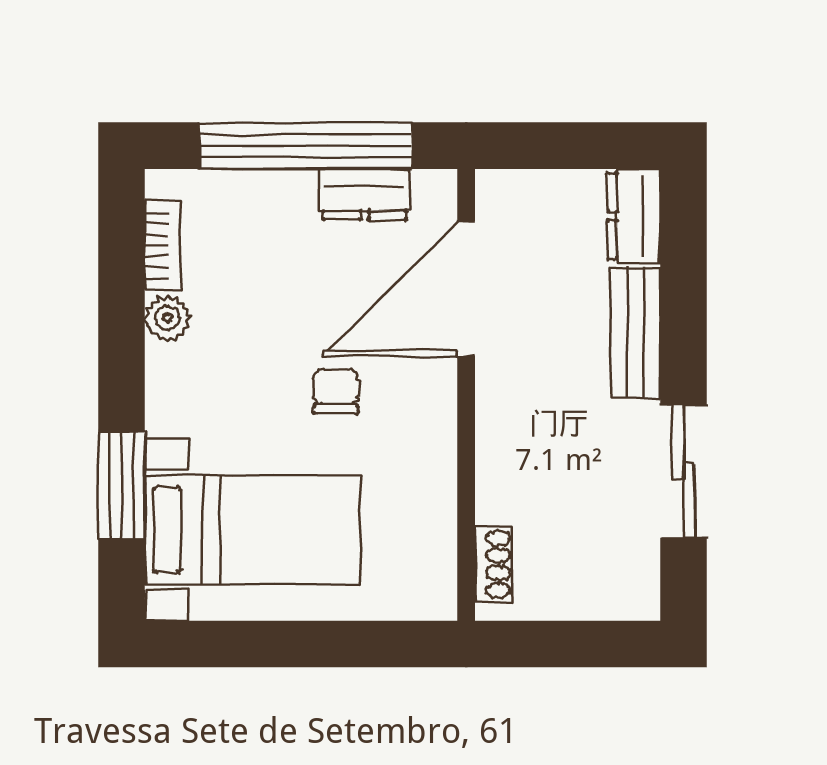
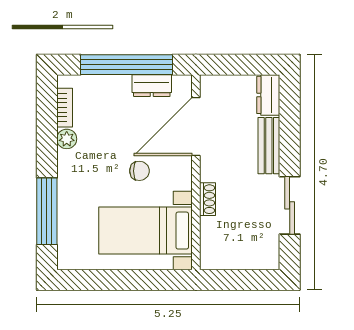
chair: (336, 392) -> (139, 171), turned 90
window: (121, 485) -> (47, 211), width x1.44
bed with nightstands: (252, 530) -> (145, 231), moved, turned 180
shoe rack: (493, 564) -> (207, 199), moved

